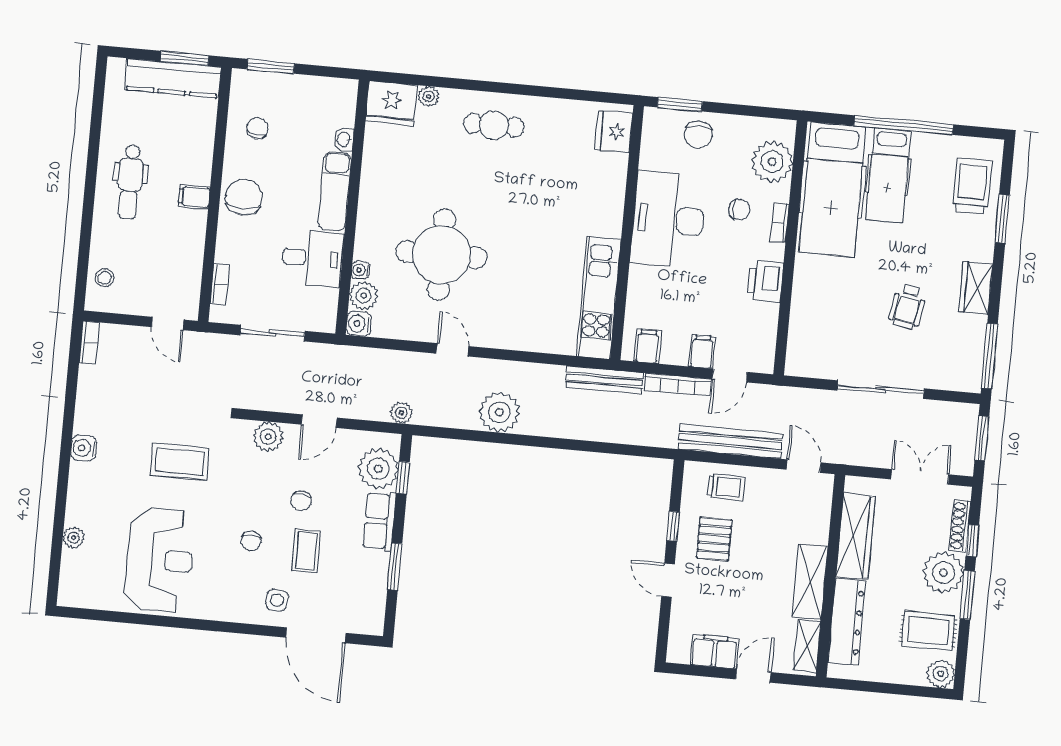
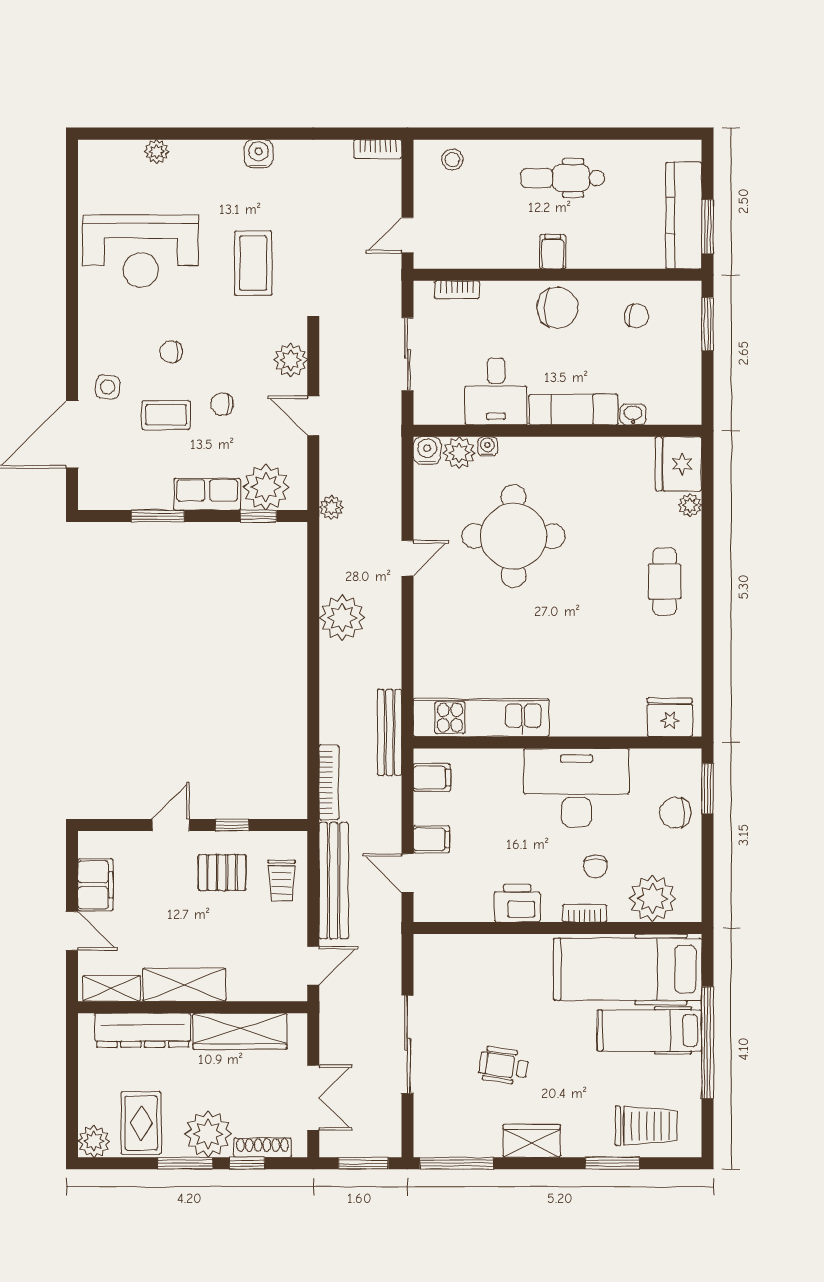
bookcase: (678, 385) -> (329, 782), moved, turned 180

